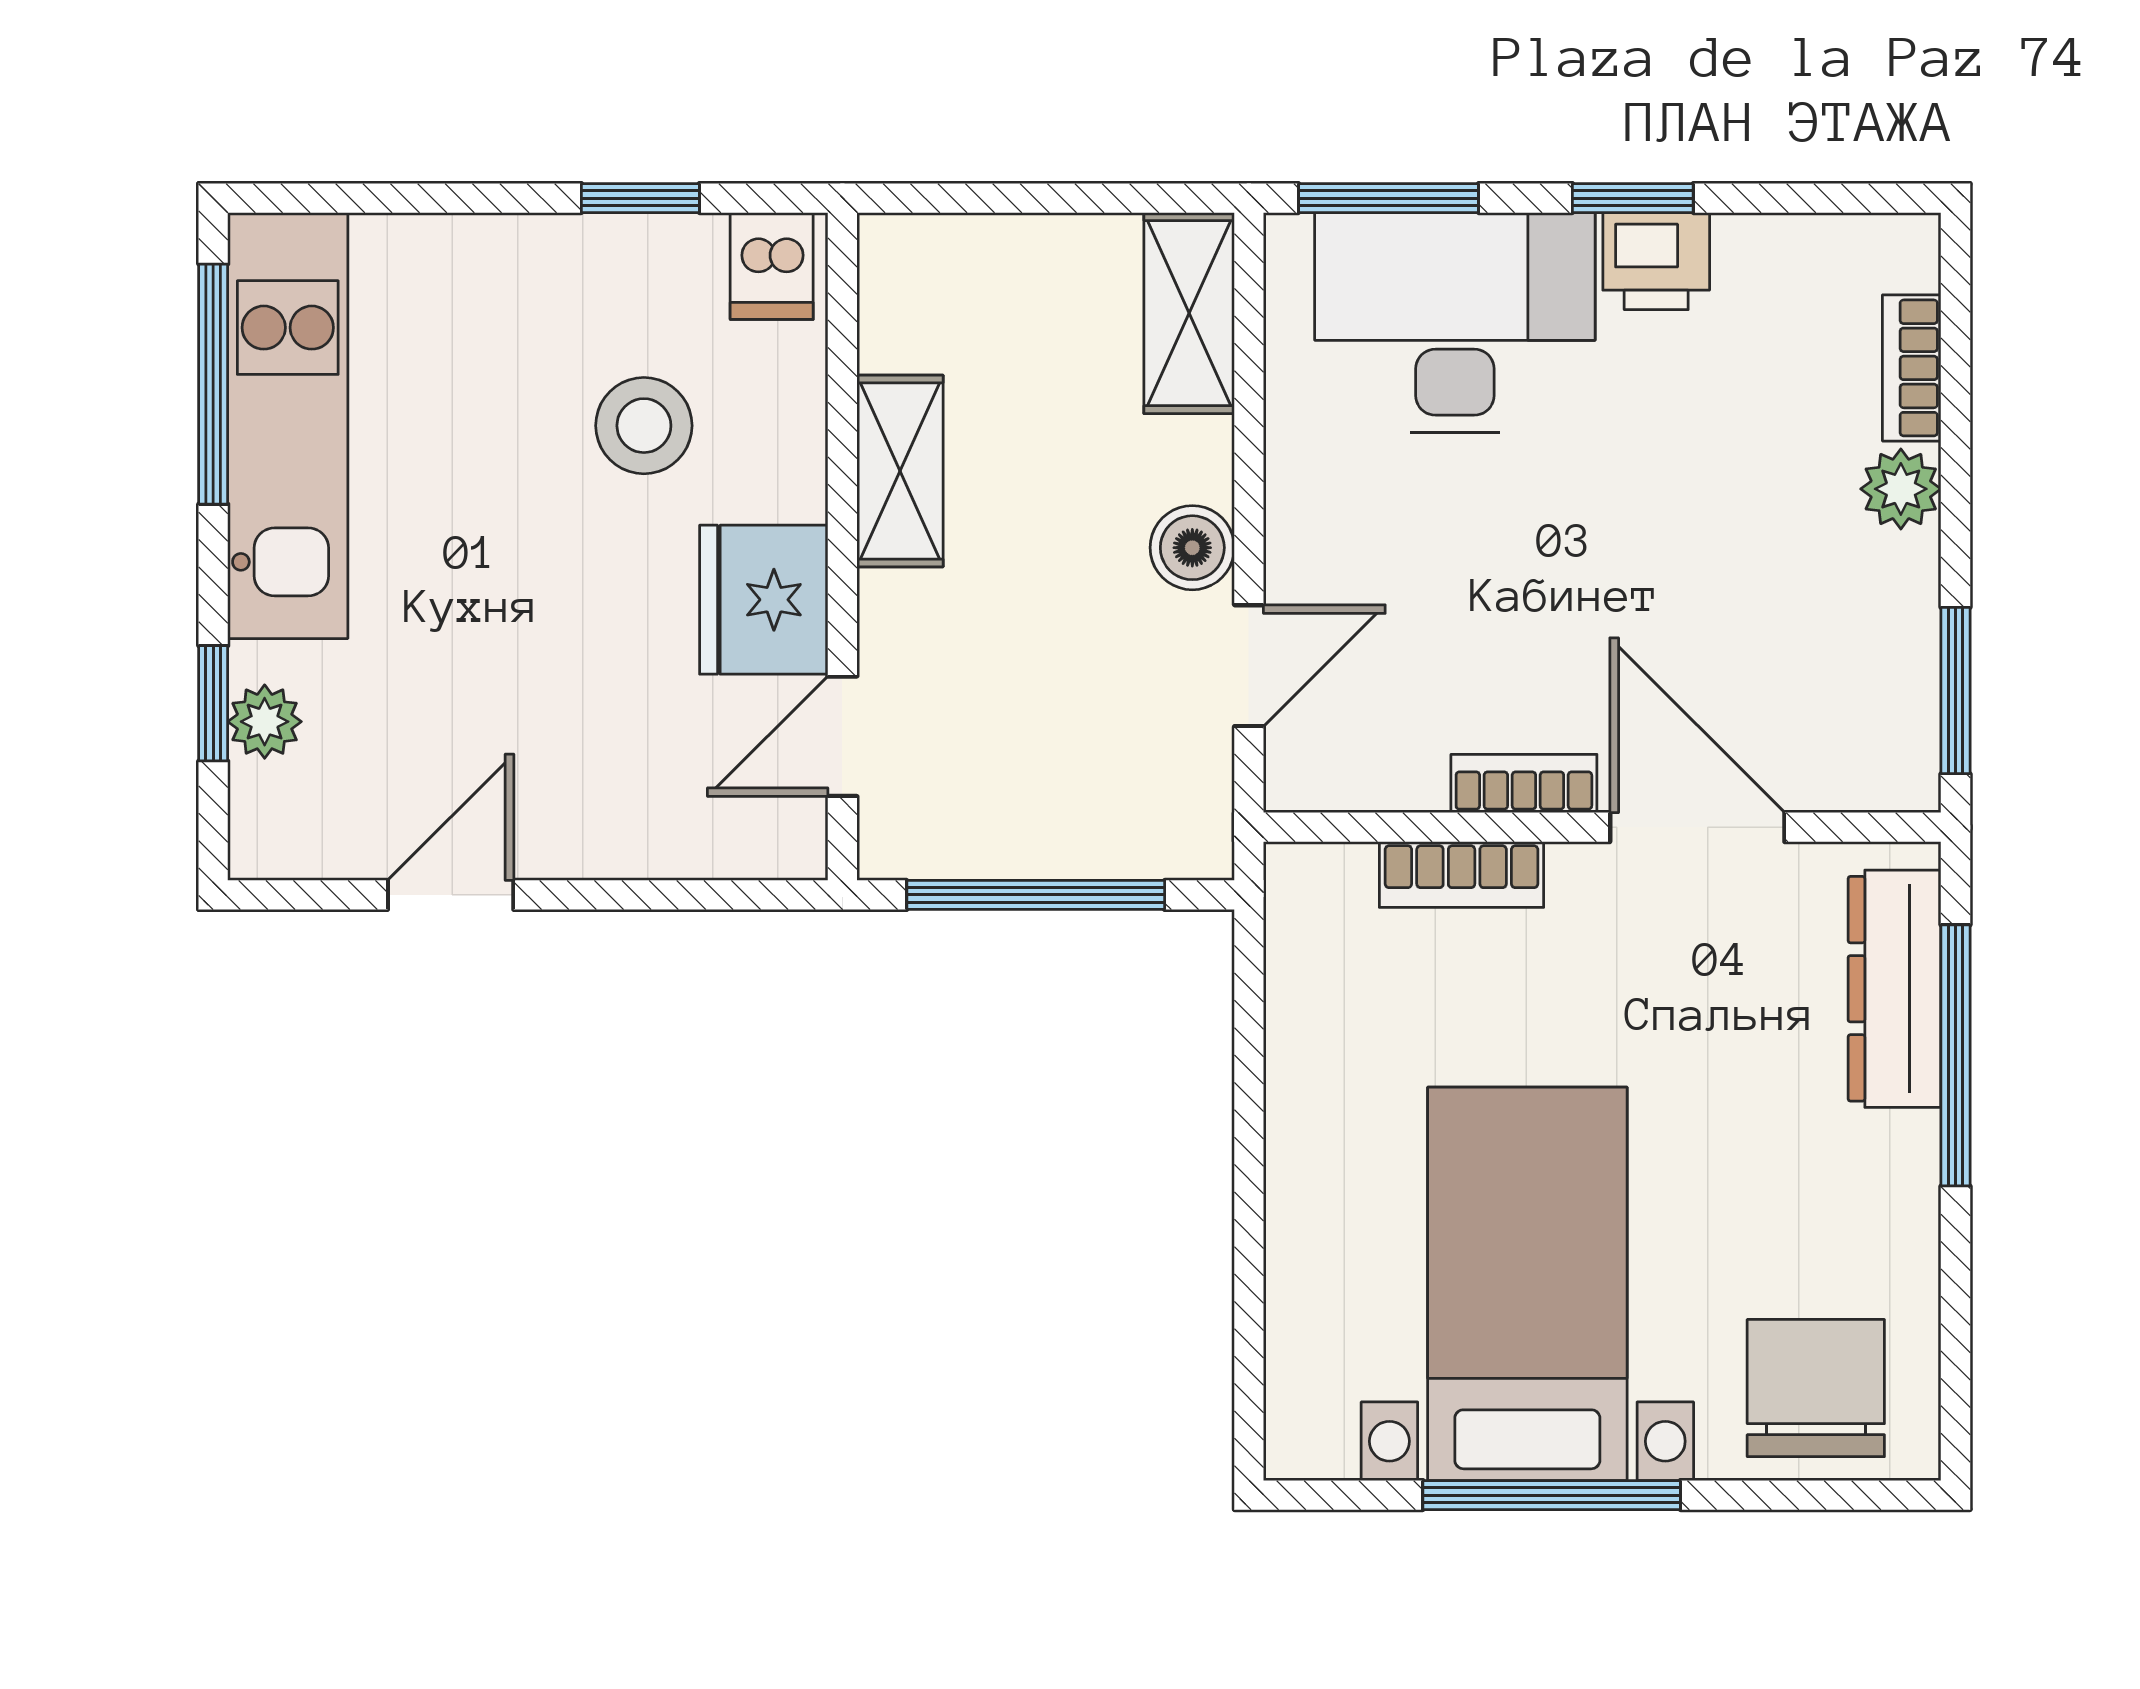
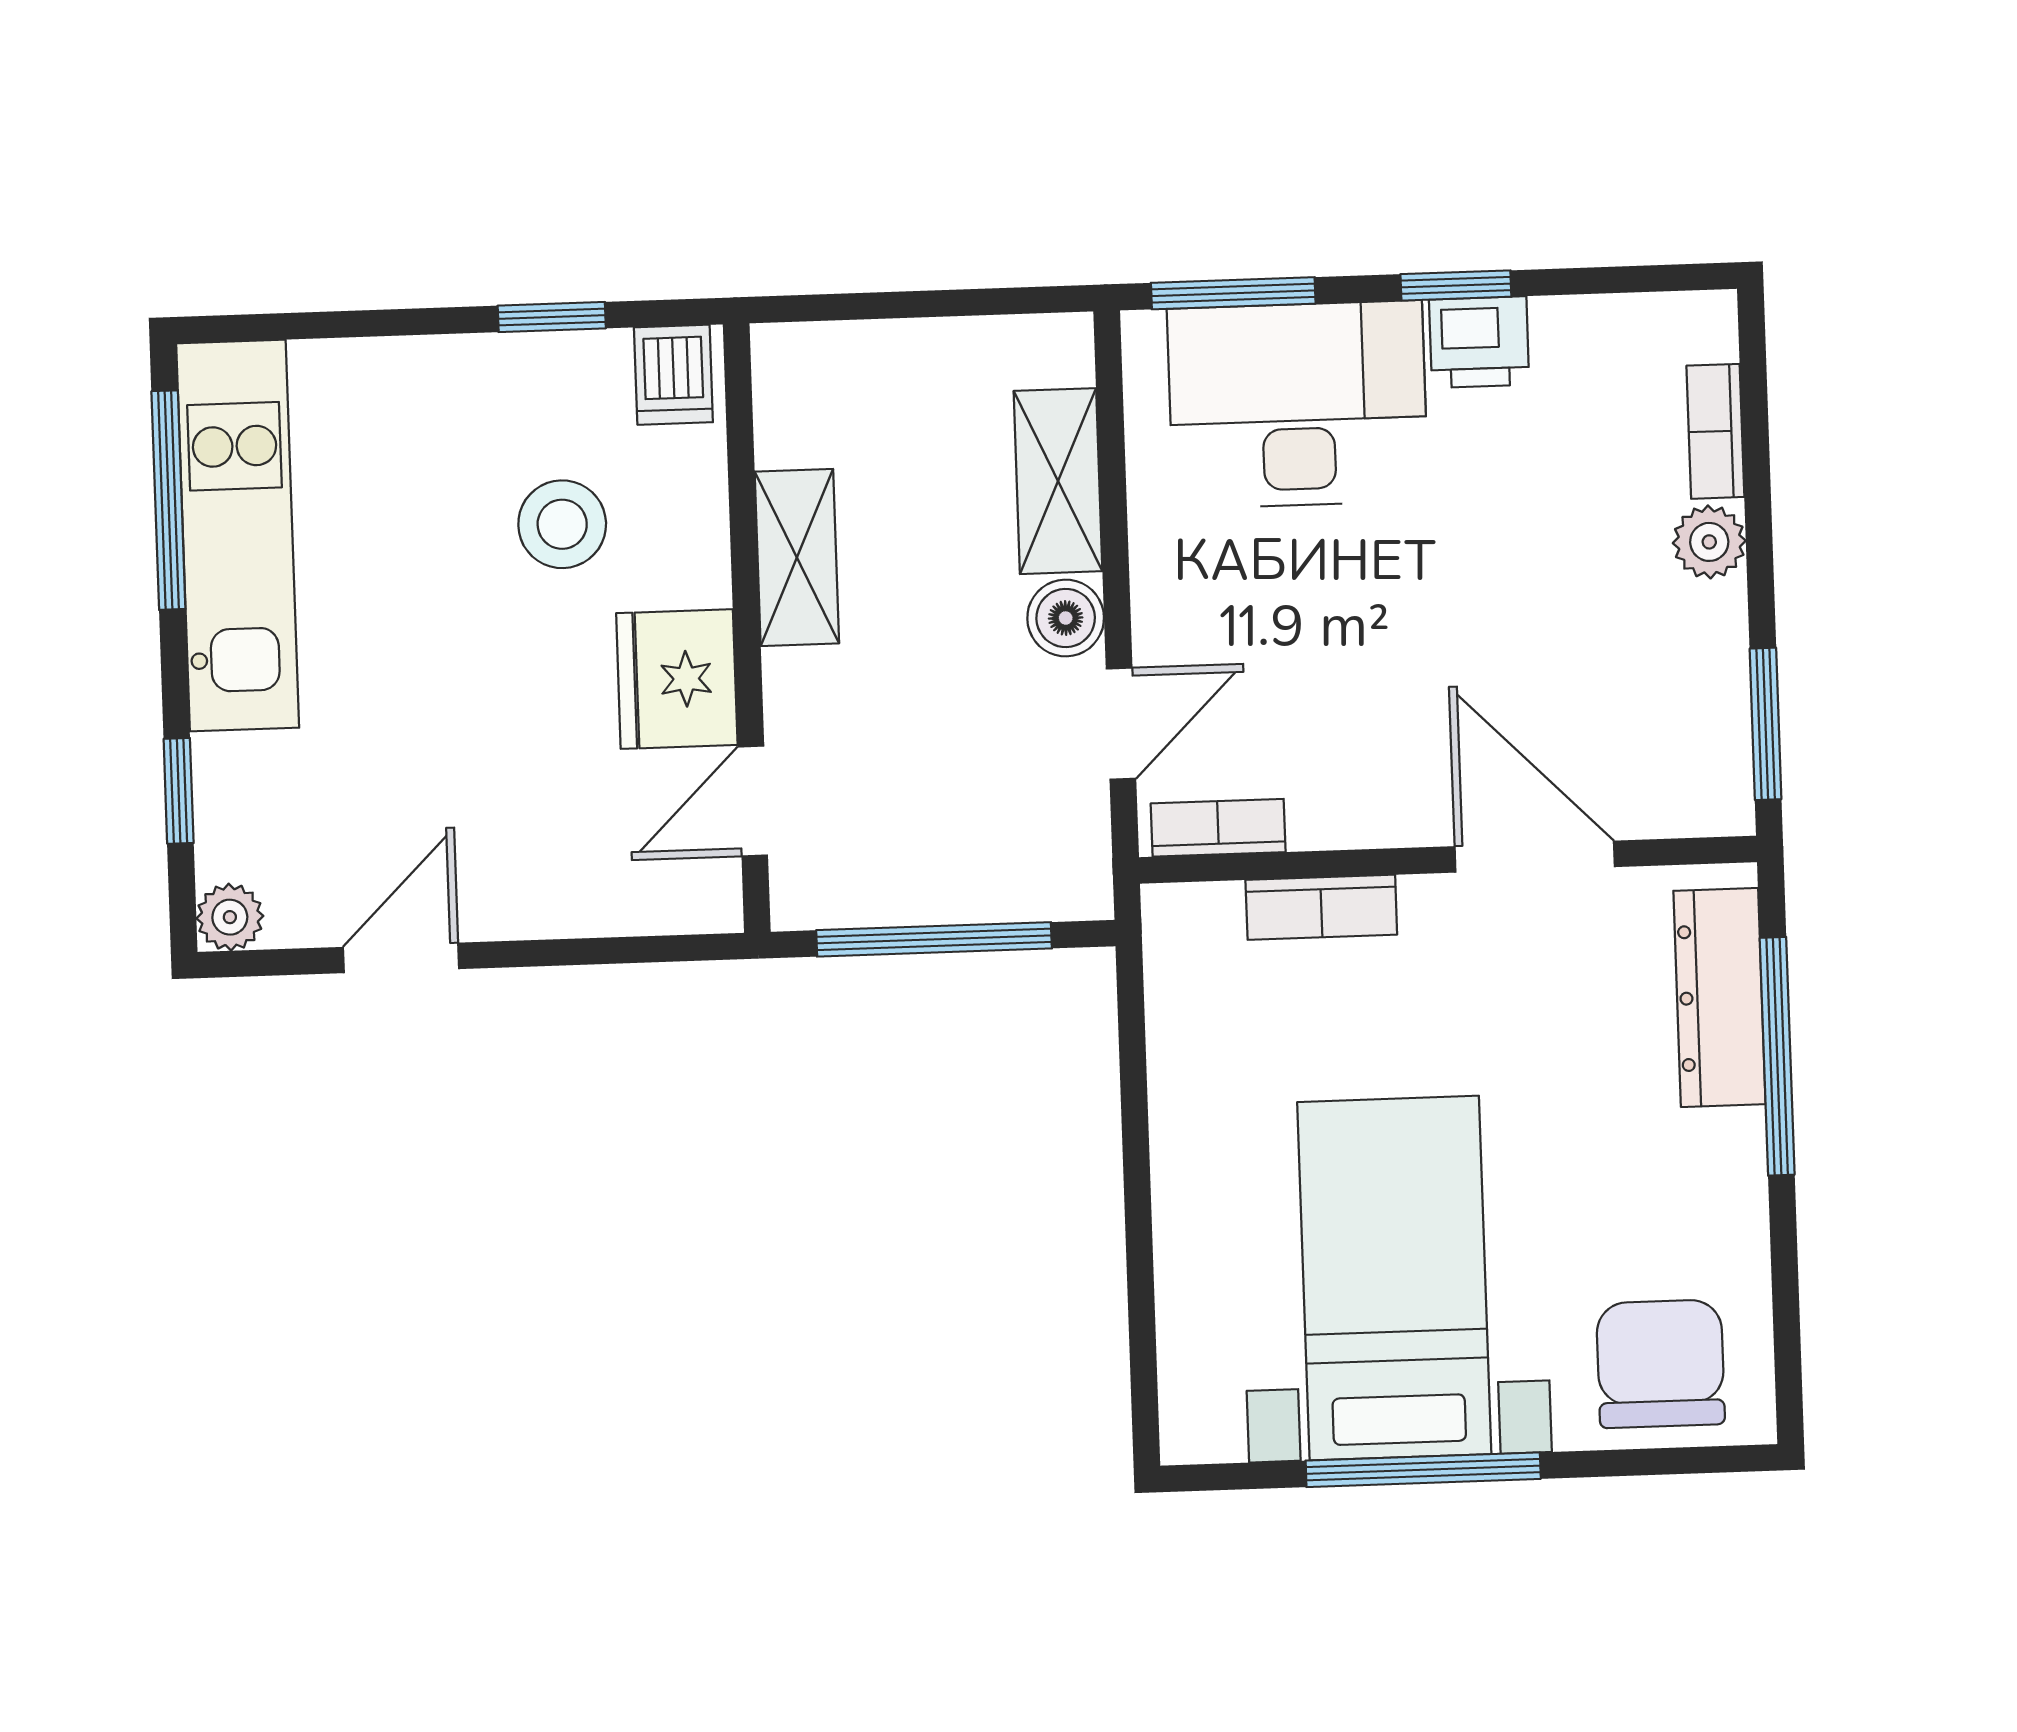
shelving: (1189, 313) -> (1058, 481), moved
plant: (265, 722) -> (230, 917), moved
bookcase: (1524, 783) -> (1218, 828), moved

